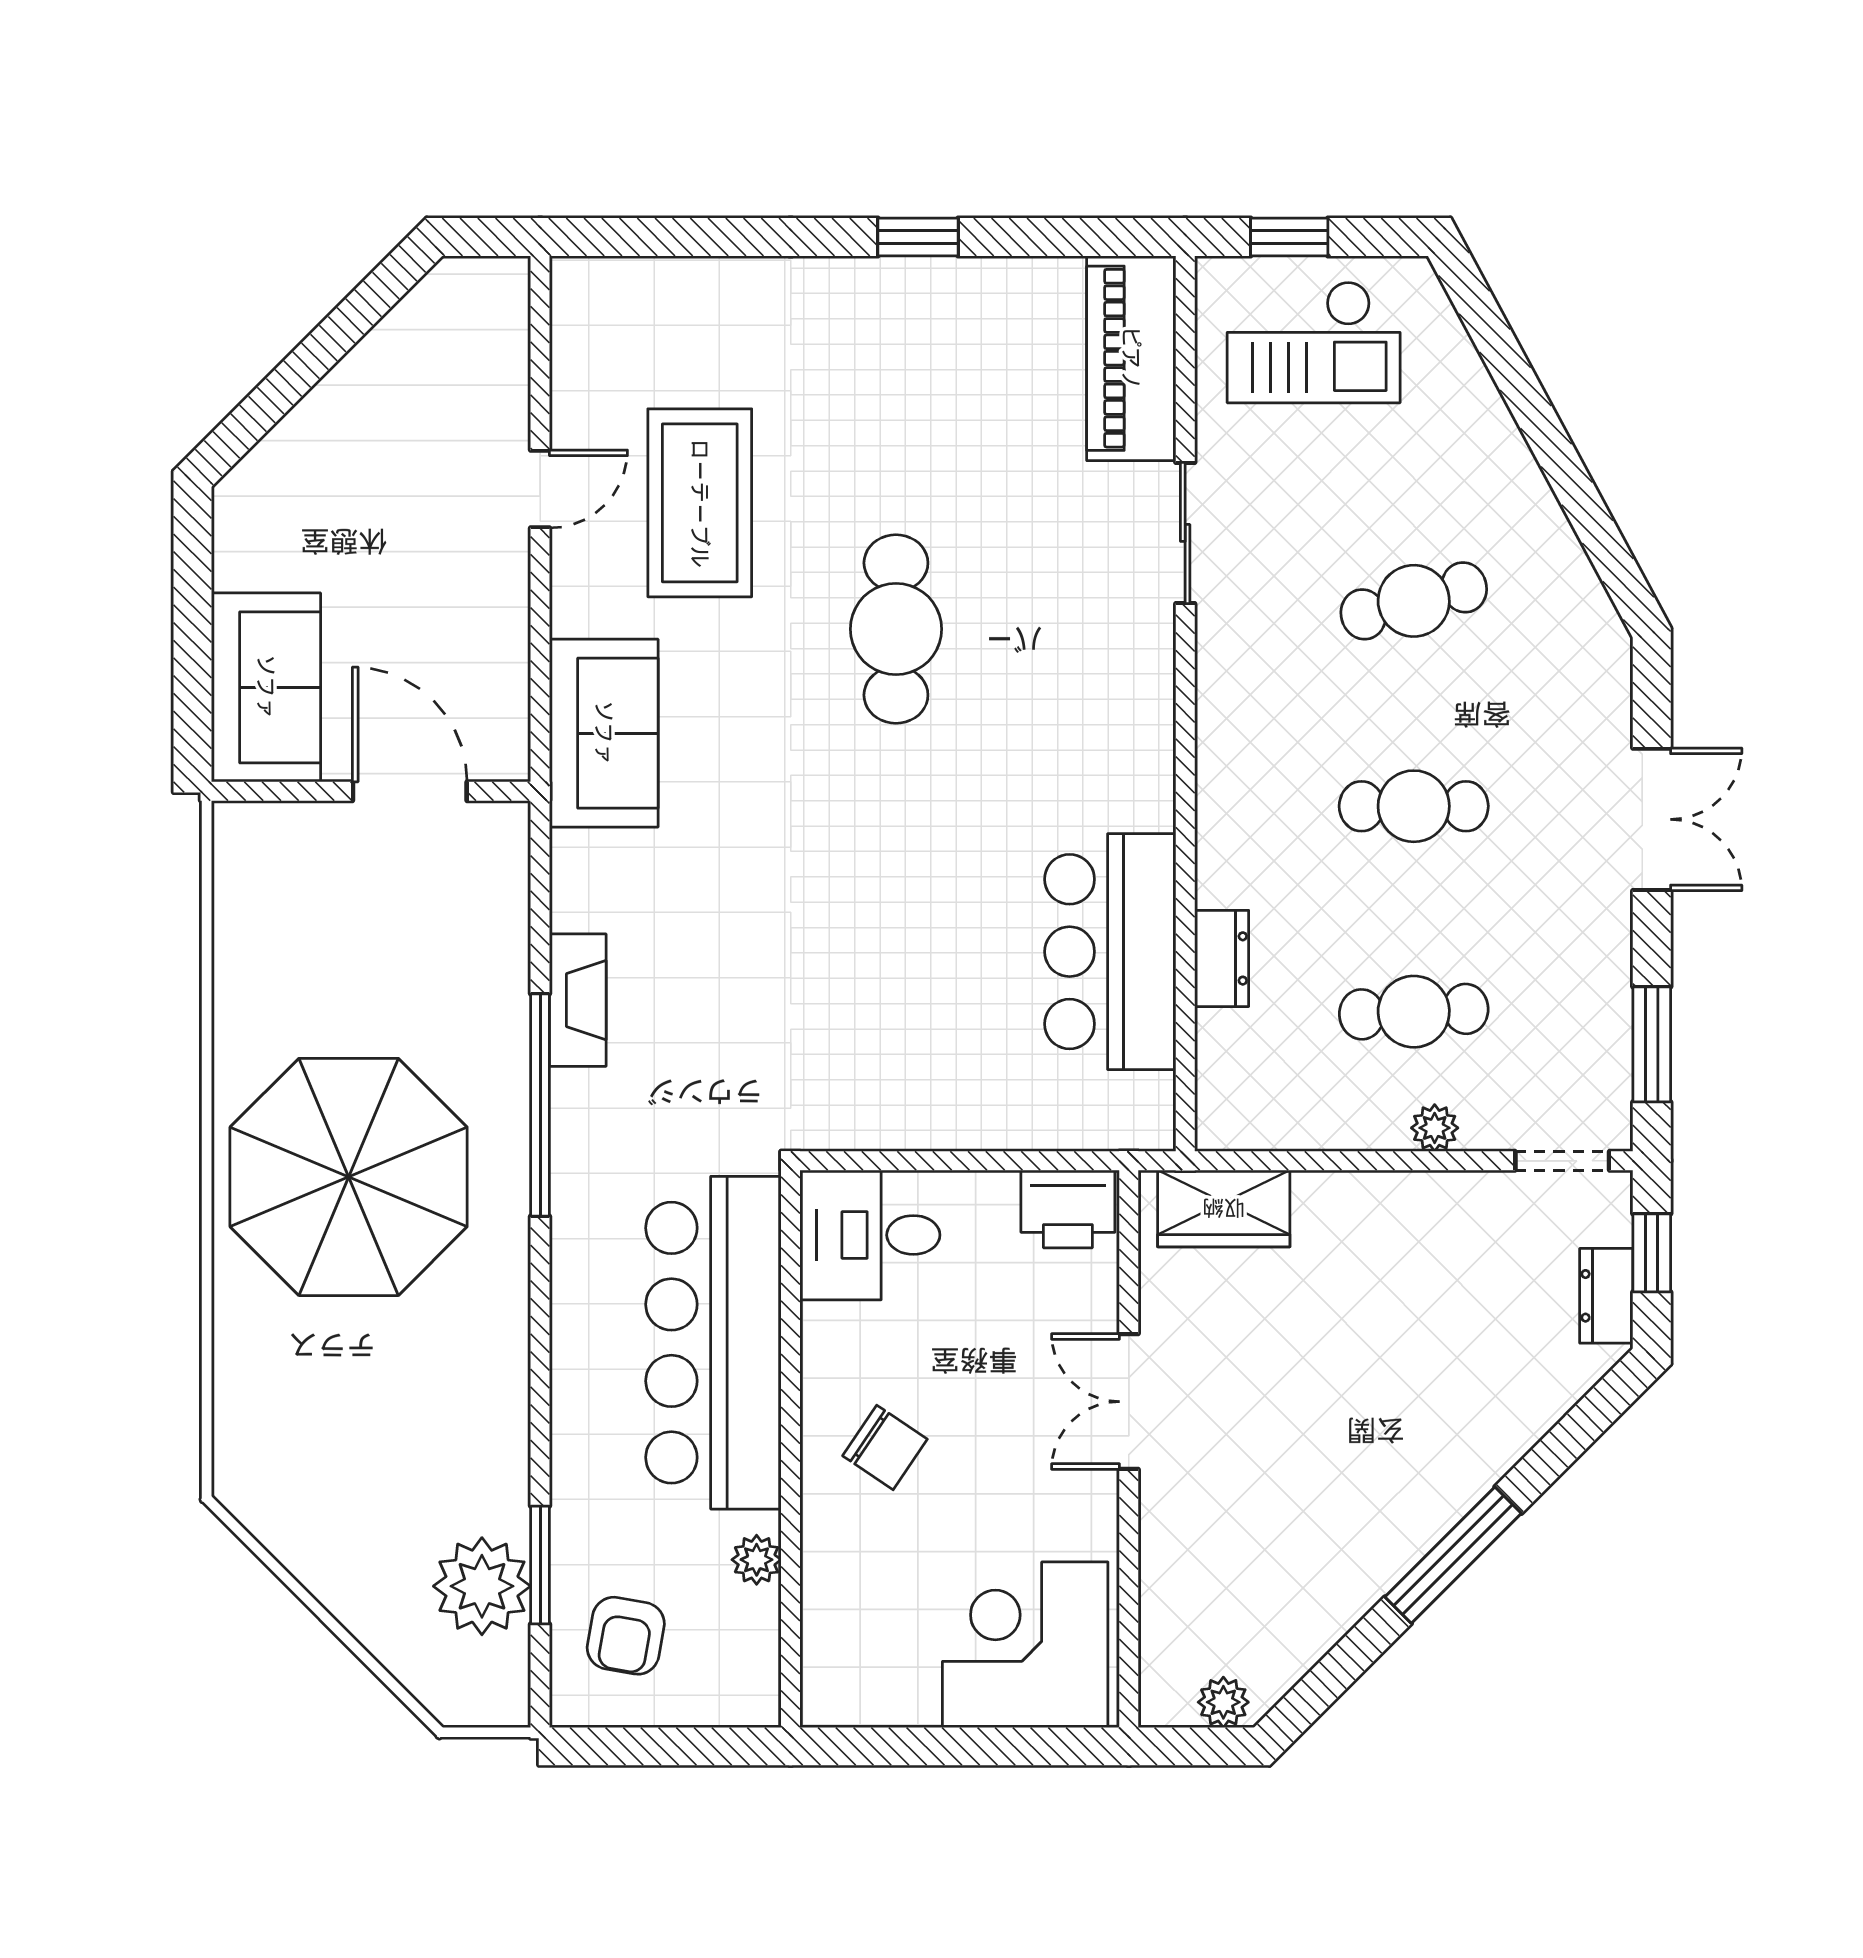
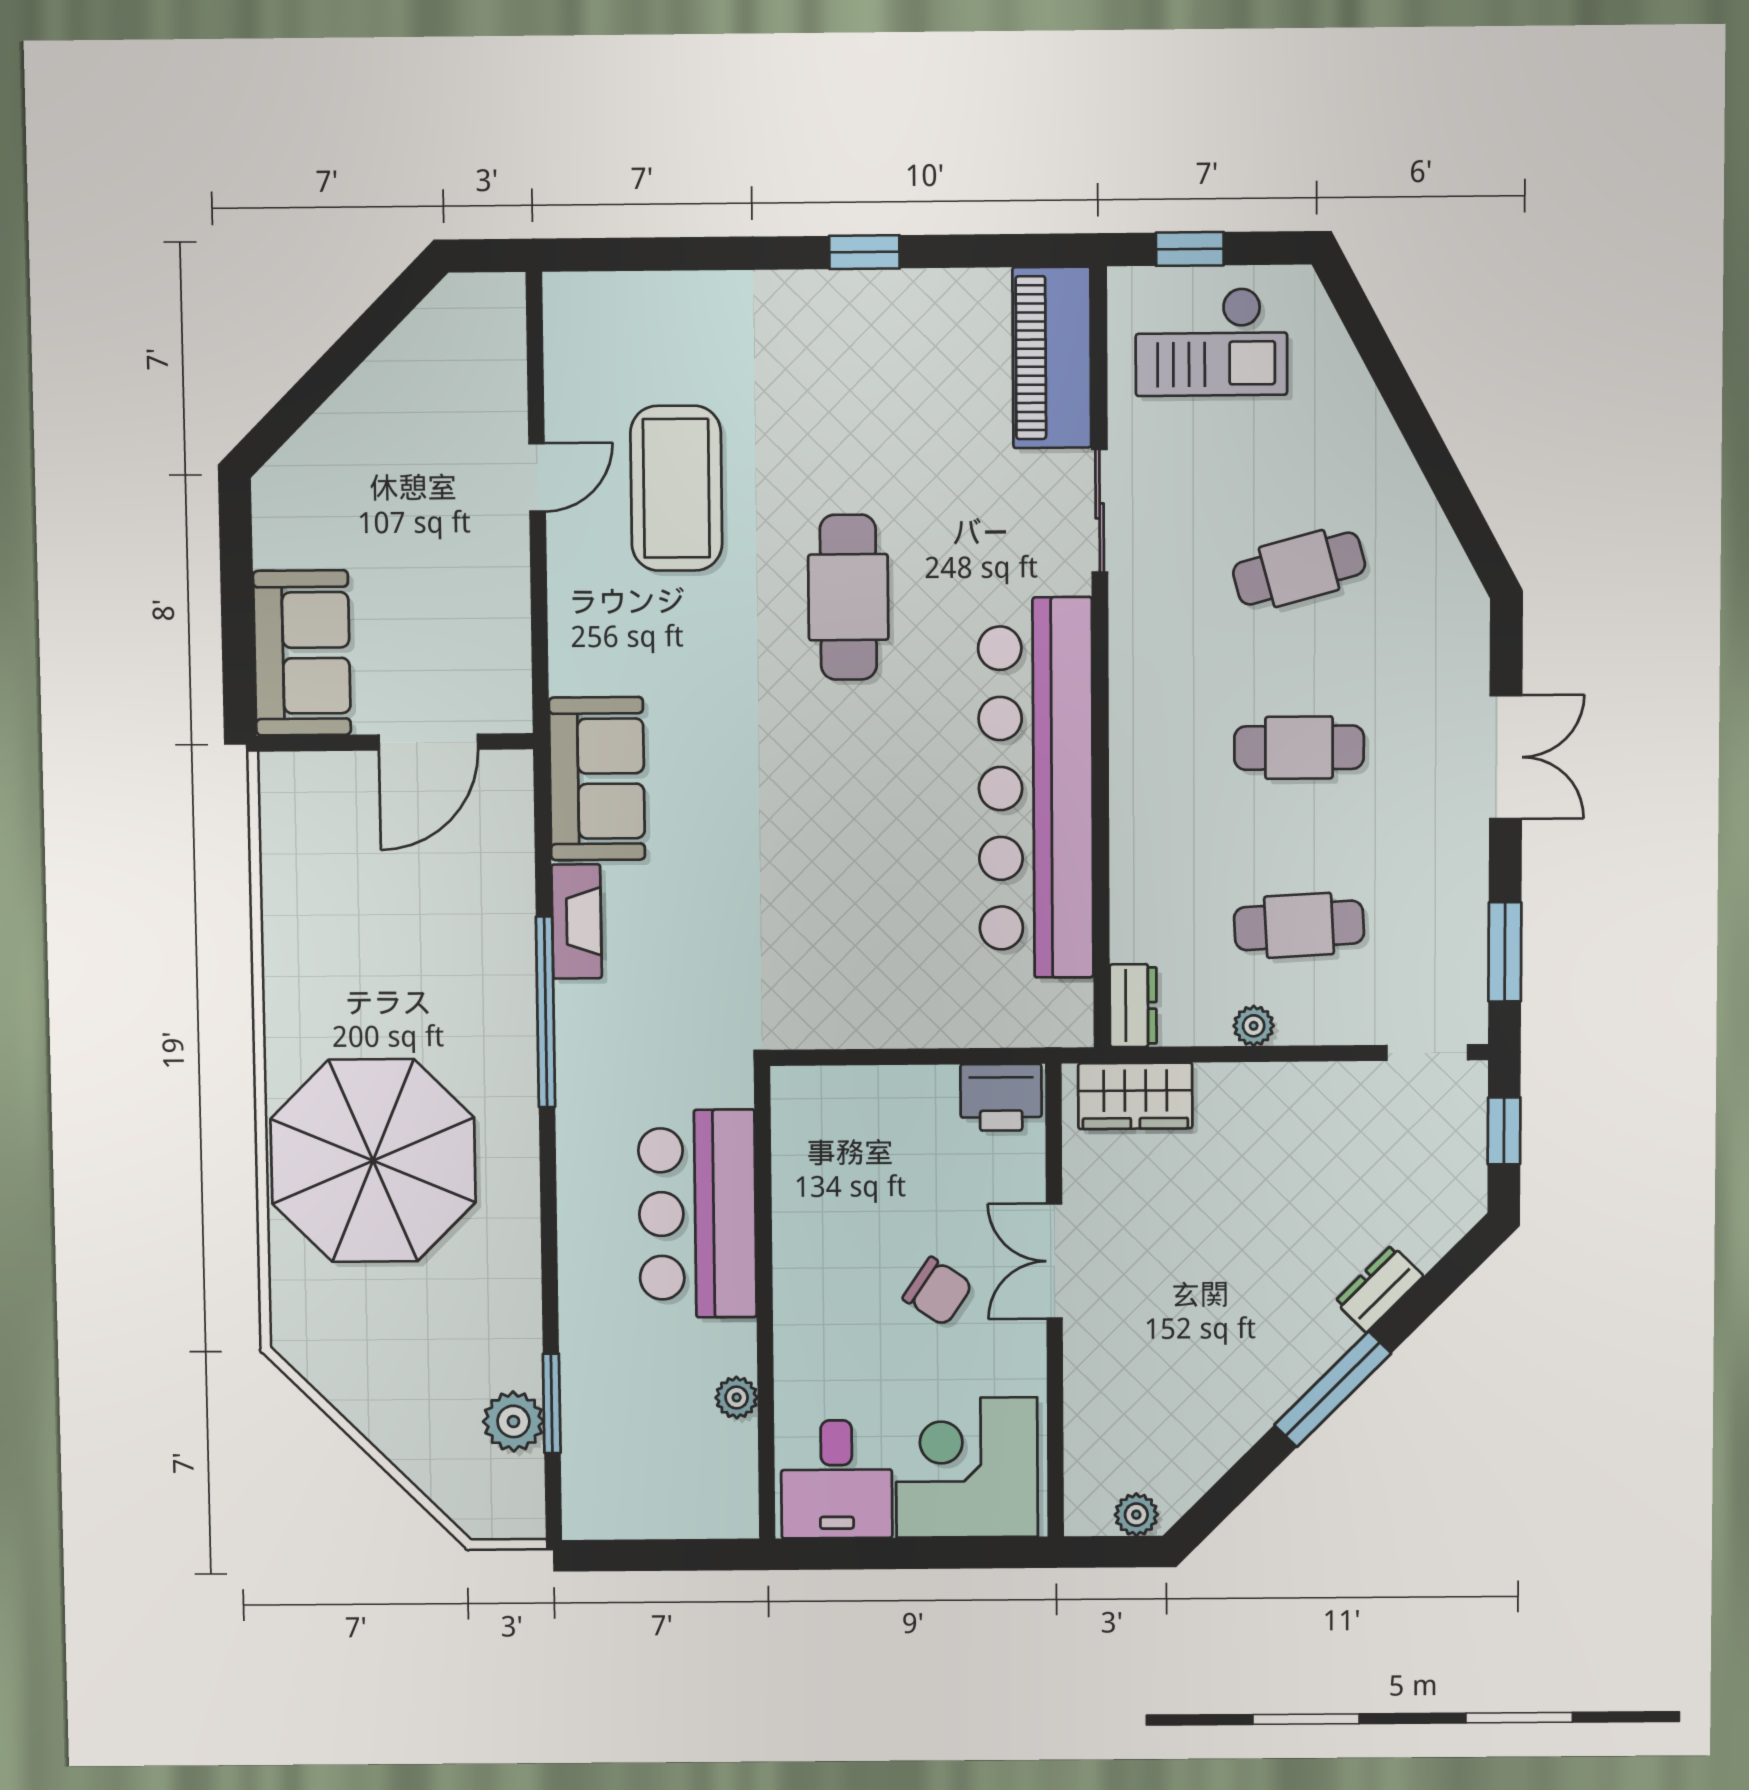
sofa: (604, 733) -> (597, 779), moved
door: (410, 791) -> (428, 742), swing flipped
bar counter: (1110, 952) -> (1036, 788), width x1.86
dresser: (1222, 958) -> (1133, 1006), moved
plant: (1435, 1128) -> (1254, 1026), moved
parasol: (349, 1177) -> (373, 1161), moved
desk: (870, 1235) -> (837, 1479), moved, turned -90
dresser: (1606, 1296) -> (1379, 1289), moved, turned 45
bar counter: (713, 1343) -> (697, 1214), width x0.73
chair: (885, 1448) -> (938, 1291), moved
plant: (482, 1586) -> (513, 1421), width x0.73, depth x0.73
armchair: (626, 1636) -> (626, 1462), removed

